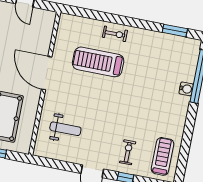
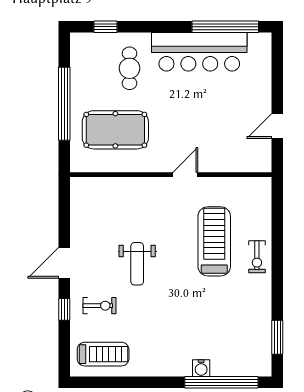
door: (47, 73) -> (185, 175), width x0.53
weight bench: (65, 129) -> (137, 264), moved

